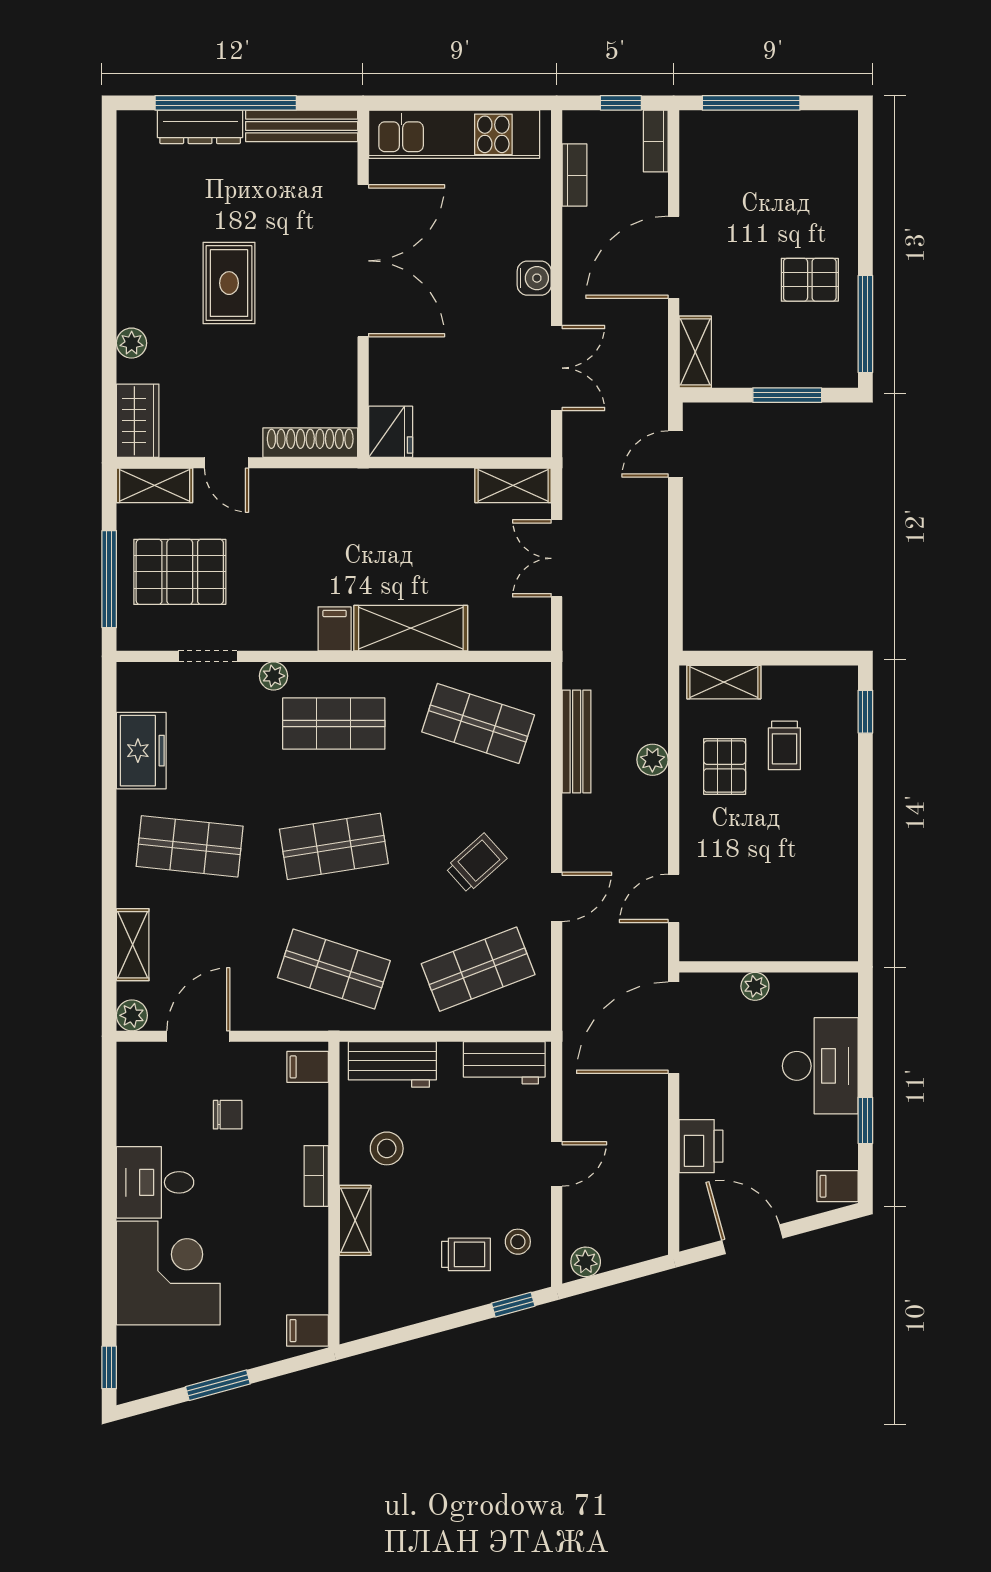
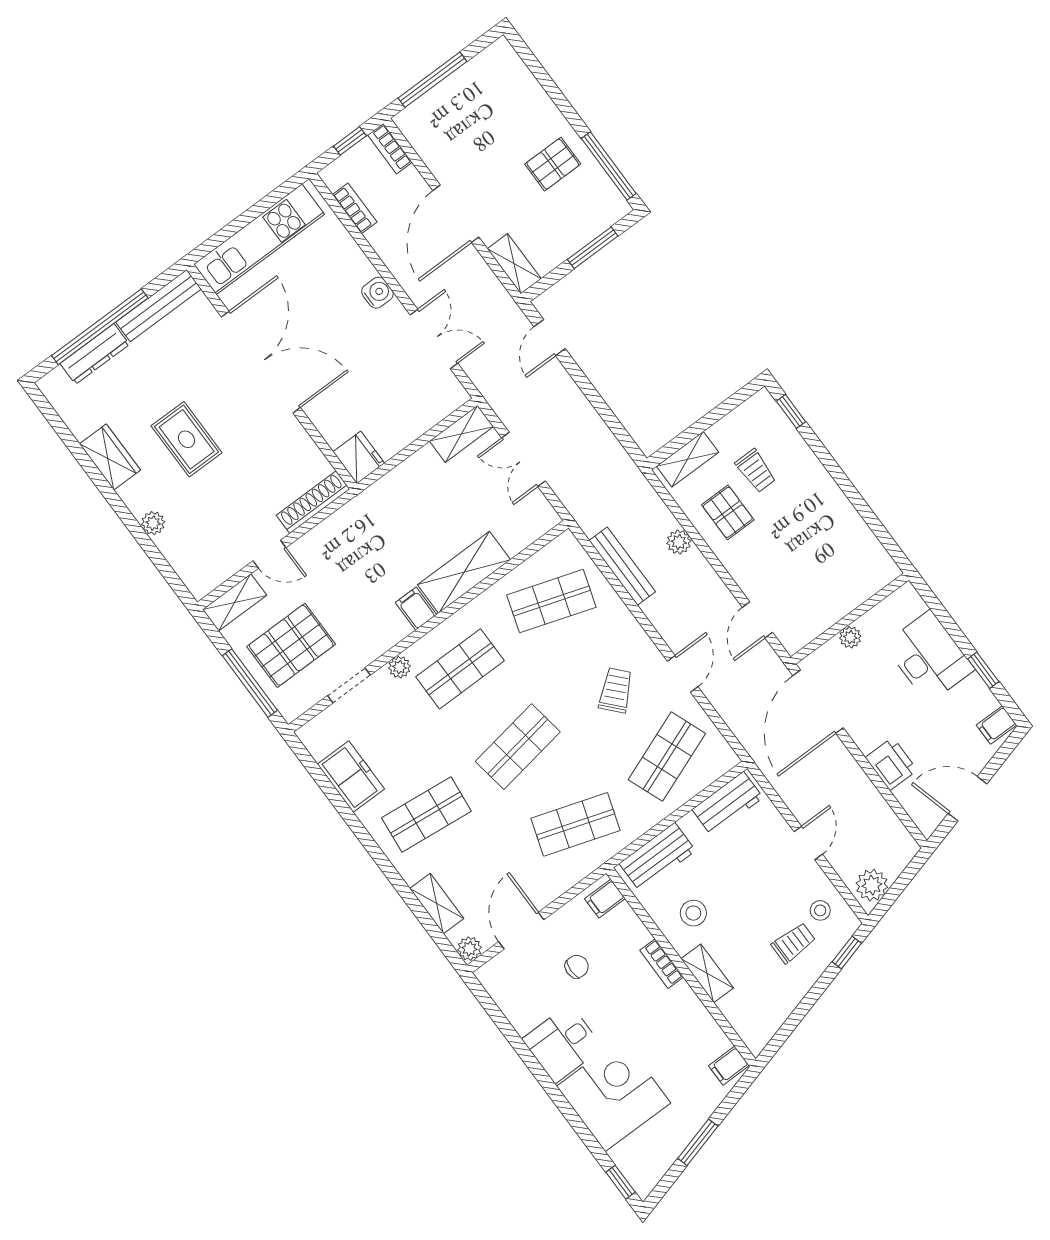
wardrobe: (138, 421) -> (110, 457), moved
plant: (586, 1262) -> (872, 885), width x1.38, depth x1.38

